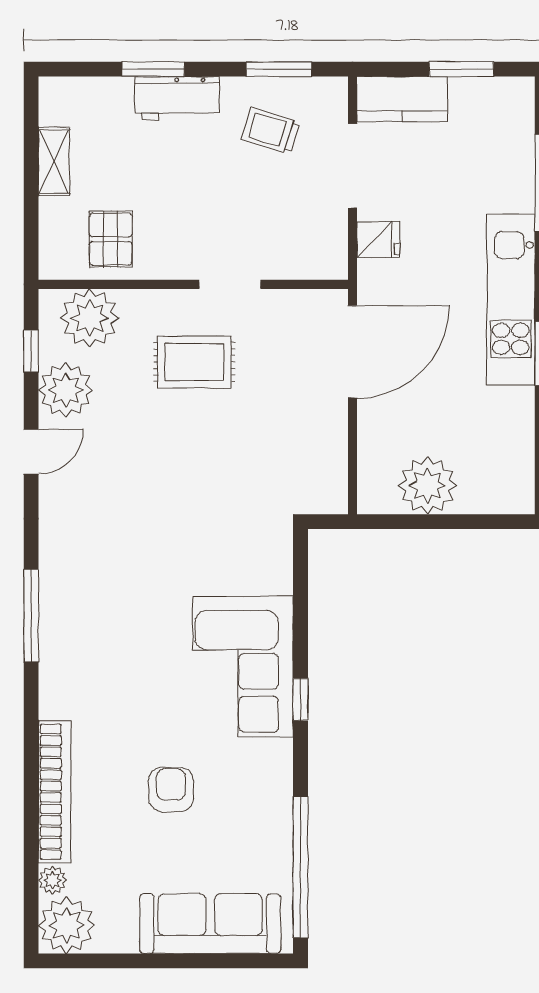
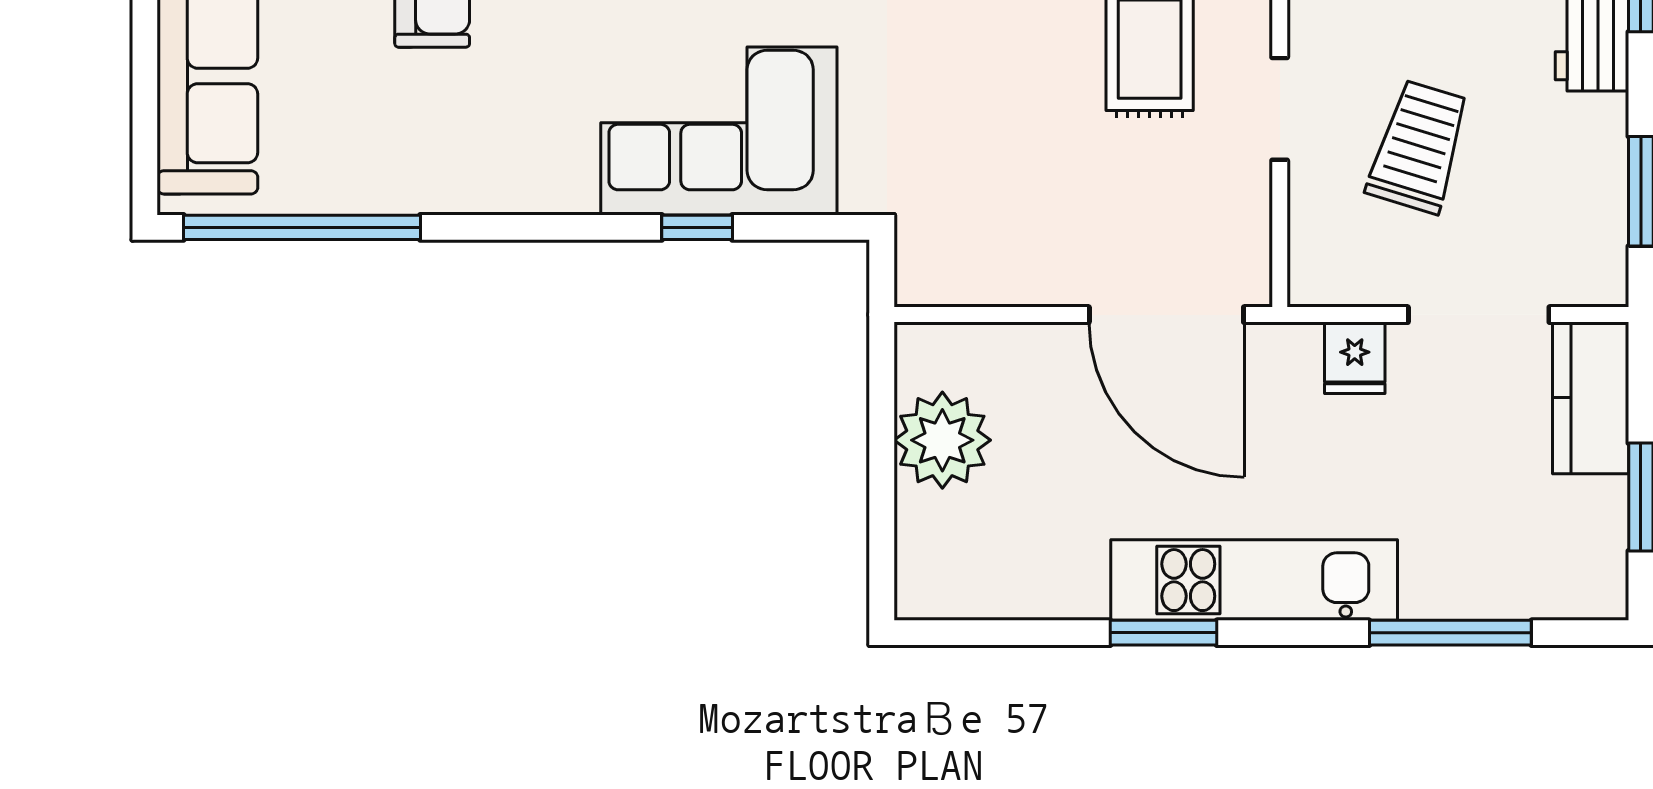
trolley: (271, 131) -> (1419, 147), moved, width x1.36, depth x1.39
corner sofa: (243, 667) -> (719, 131), moved
window: (301, 699) -> (697, 227), moved

